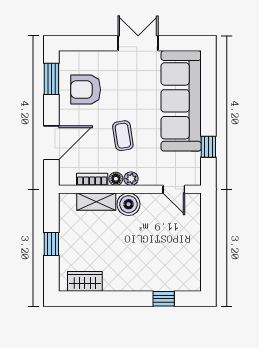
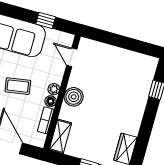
door: (174, 189) -> (72, 57), swing flipped
shelving: (96, 202) -> (60, 136), moved

